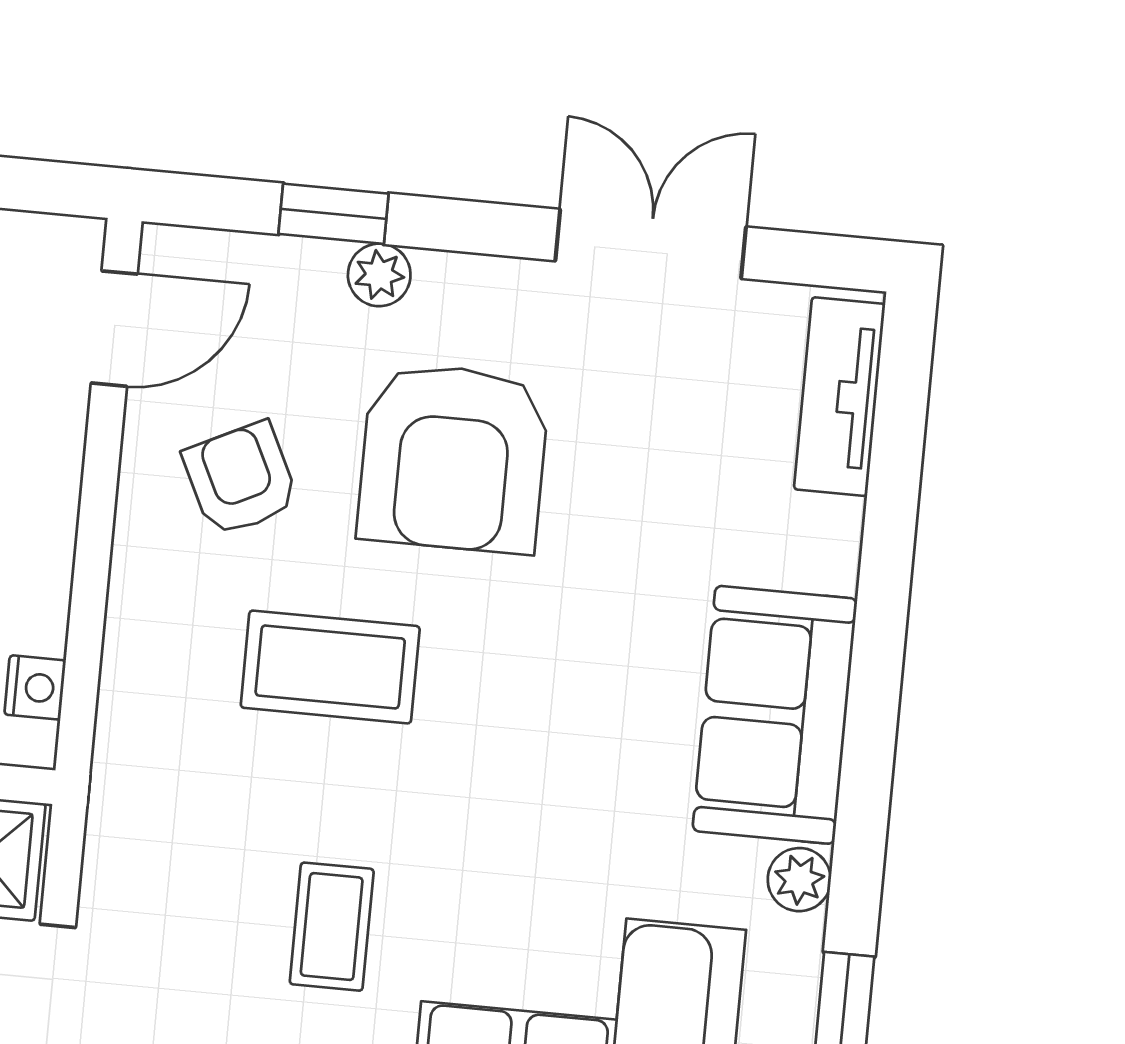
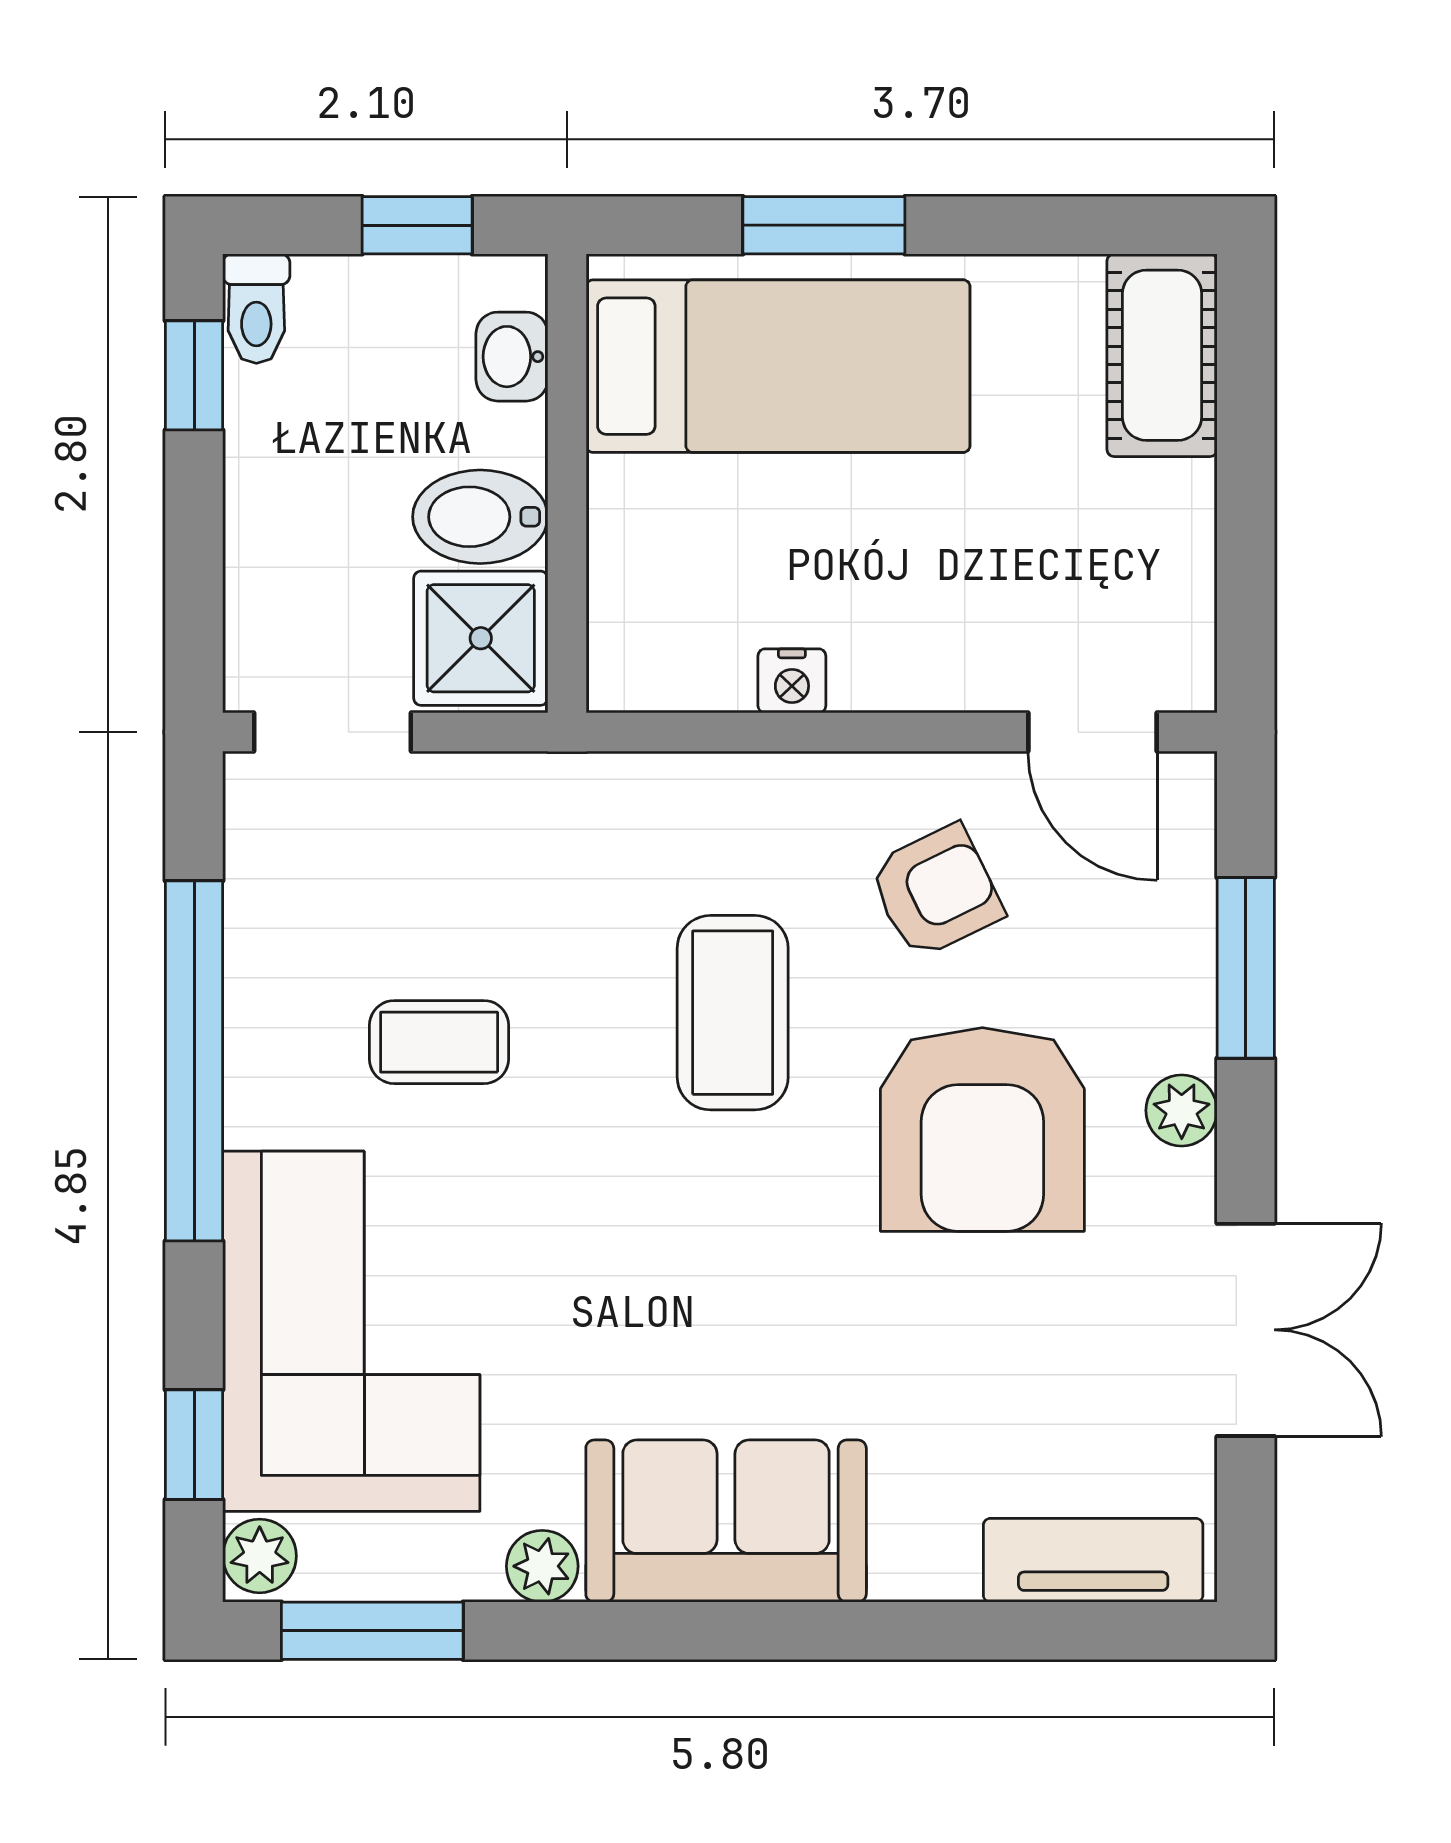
window: (333, 214) -> (1246, 968), width x1.50
plant: (379, 275) -> (1182, 1110), moved
armchair: (453, 458) -> (982, 1129), turned -90
nightstand: (35, 687) -> (792, 681), moved

